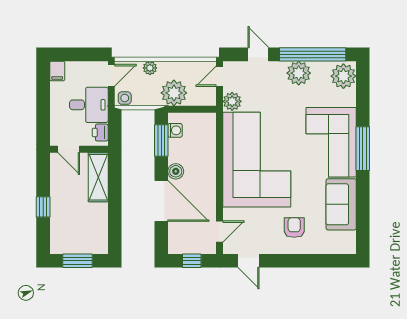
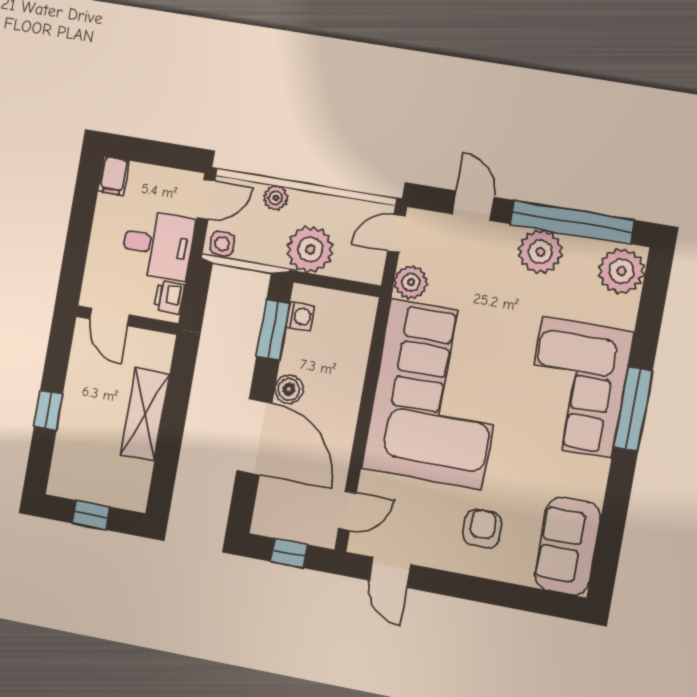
shelving: (98, 177) -> (145, 414), moved
sofa: (341, 204) -> (568, 546), moved
window: (77, 261) -> (91, 515), width x0.67

